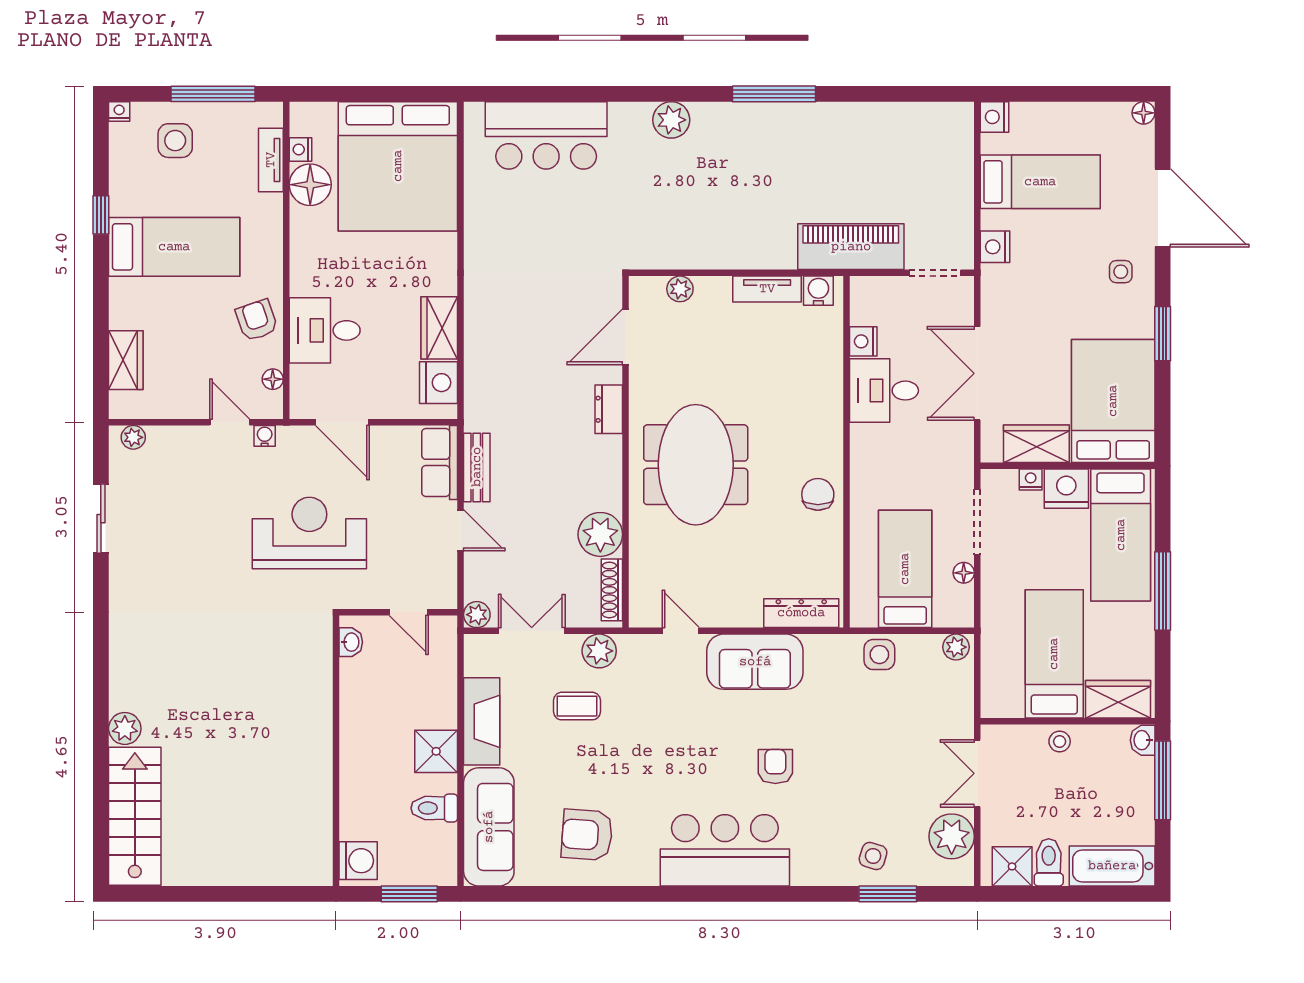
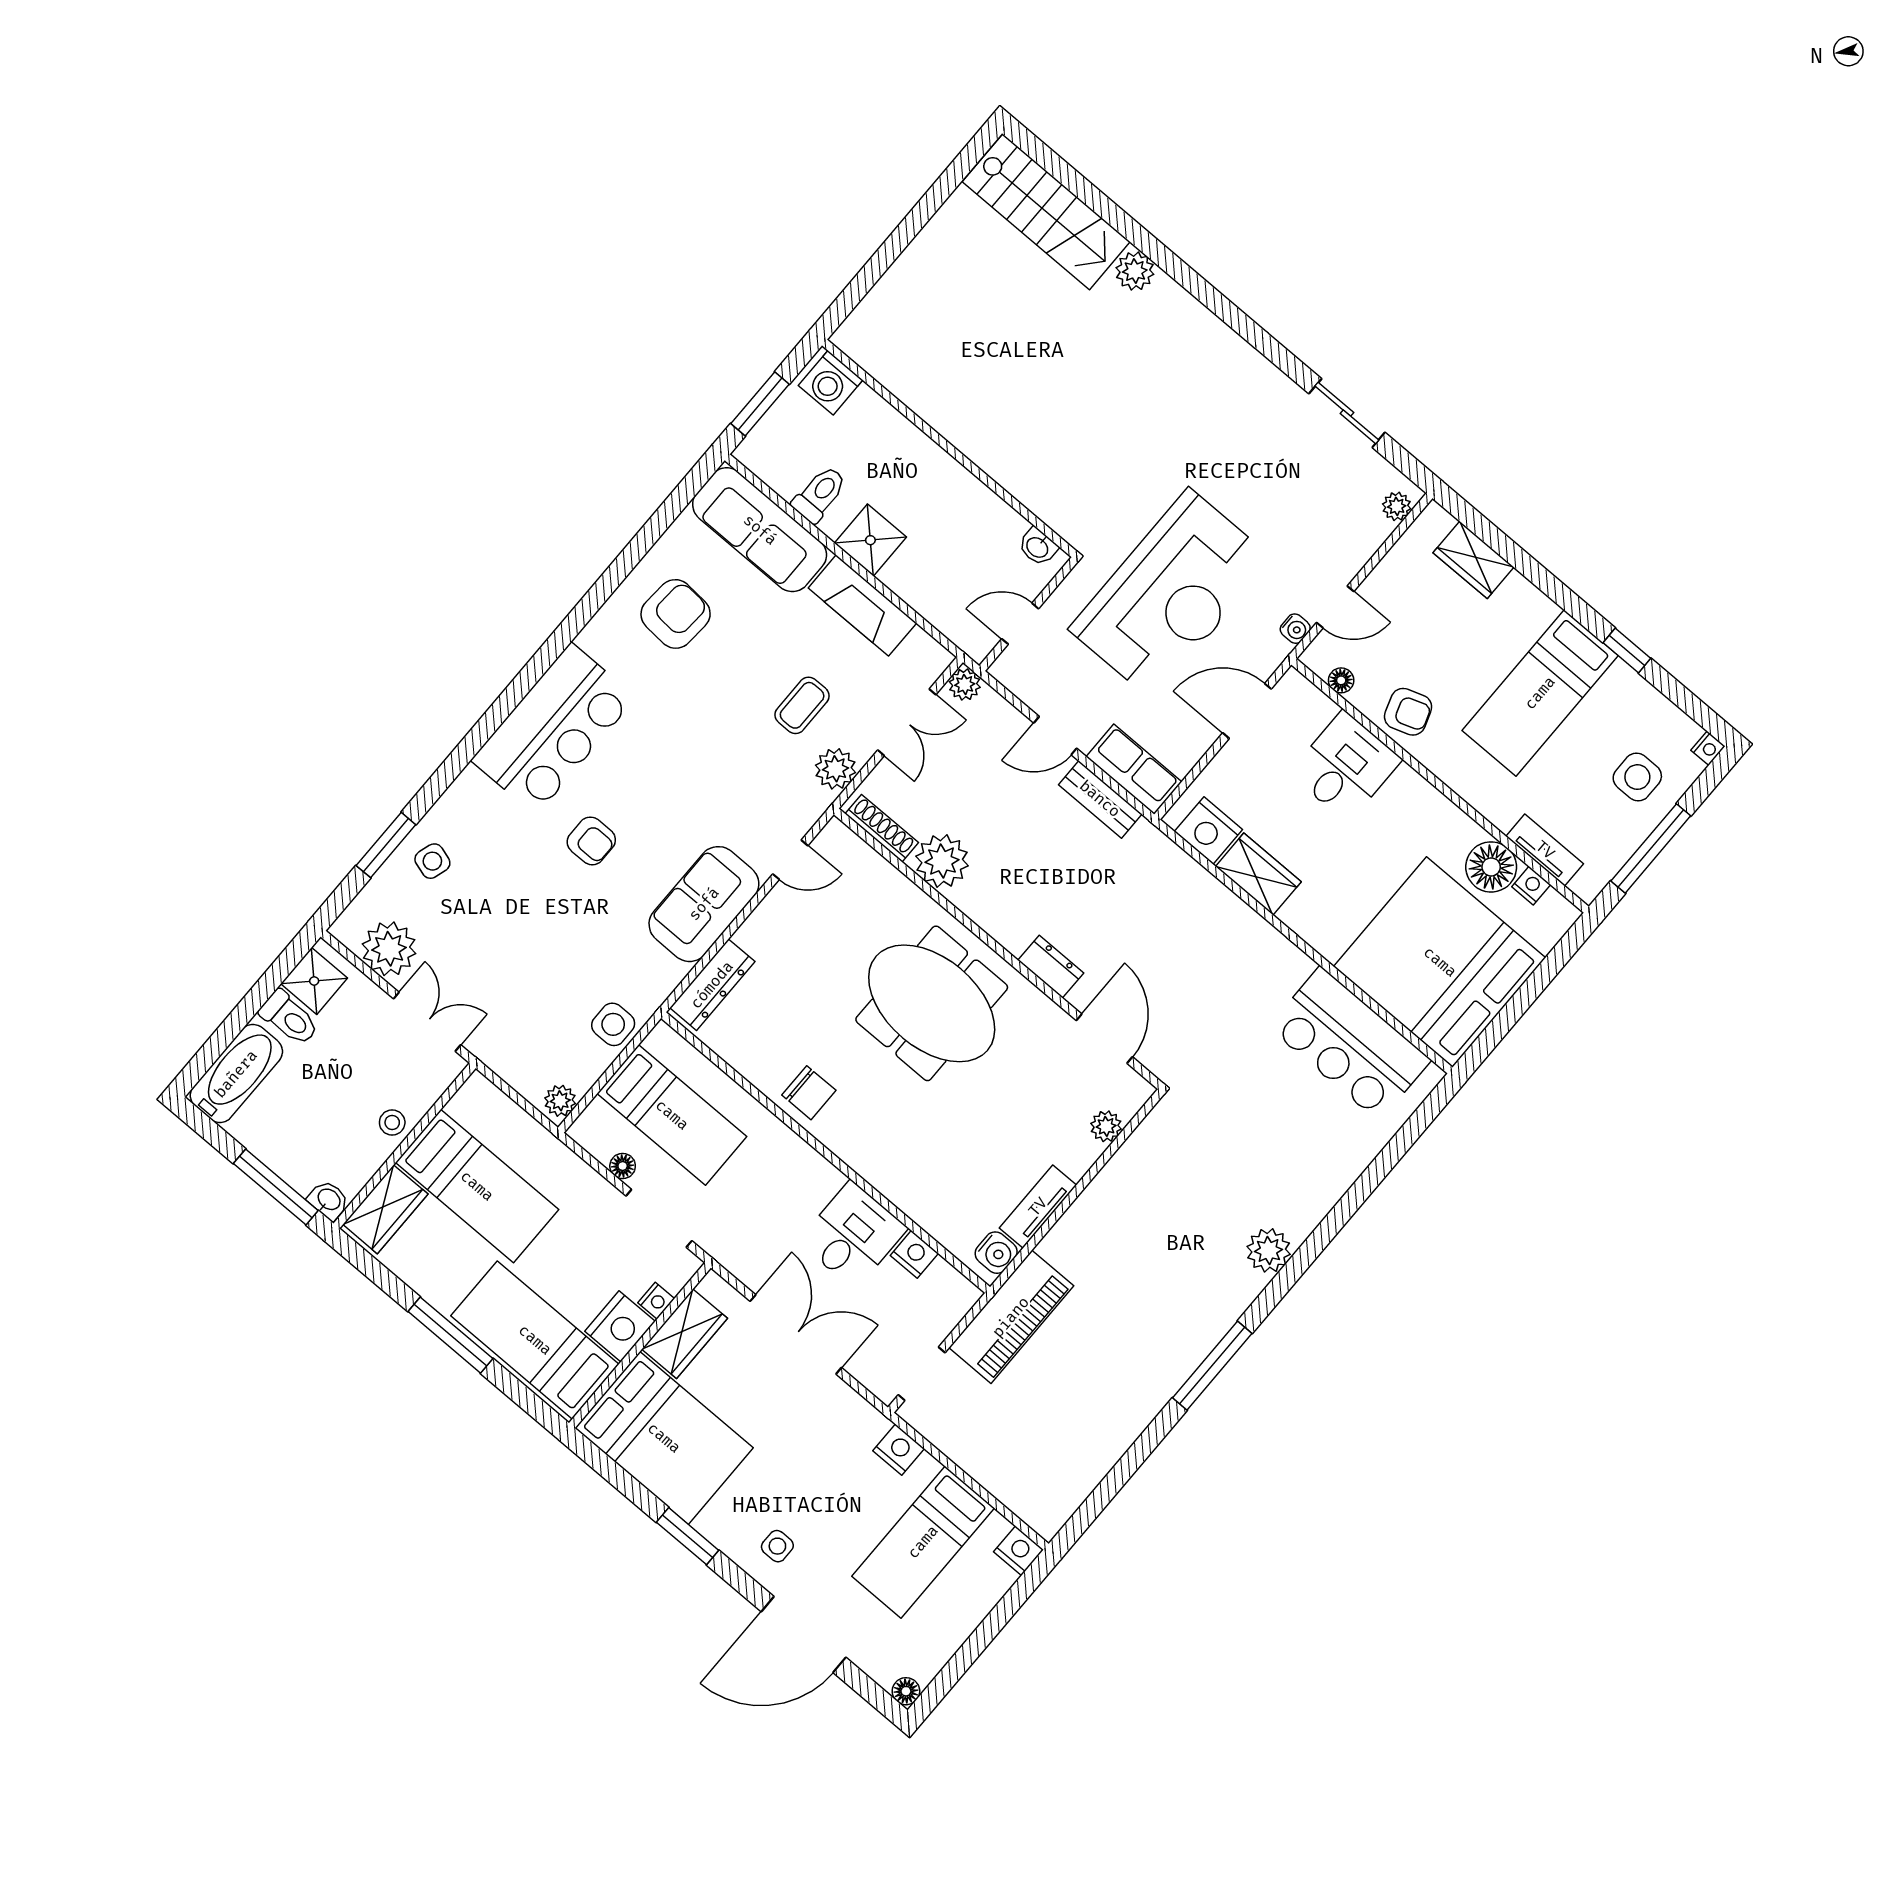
bar counter: (546, 135) -> (1350, 1044), moved, turned -90
reception desk: (309, 533) -> (1171, 594), width x1.36, depth x1.30

